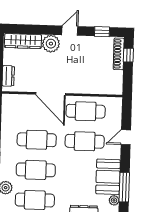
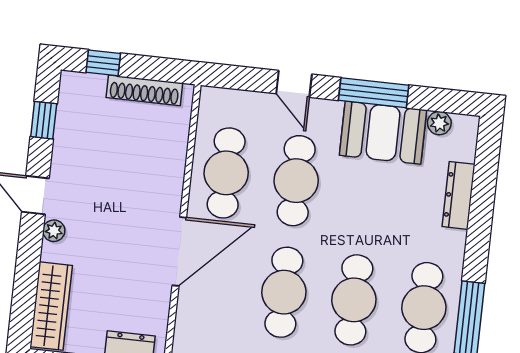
plant: (51, 44) -> (54, 231), width x0.53, depth x0.53
shoe rack: (119, 54) -> (144, 90), moved
window: (124, 187) -> (374, 93), moved

